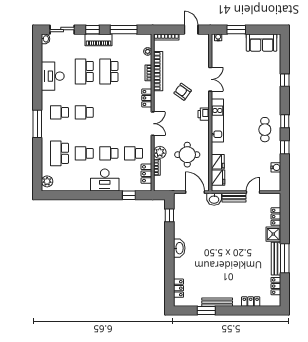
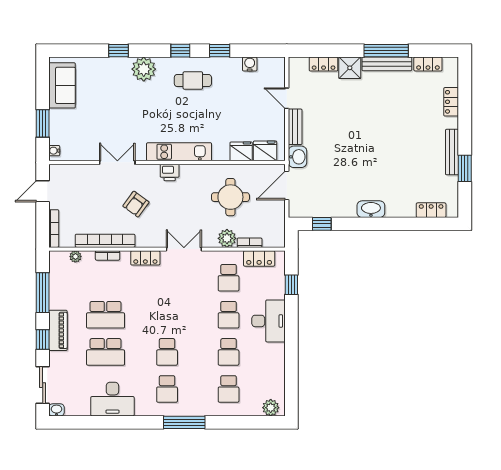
plant: (272, 97) -> (144, 69), added
school desk: (60, 153) -> (229, 389), width x0.54

